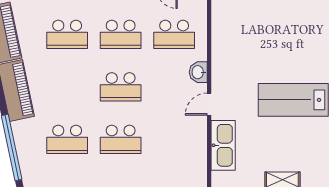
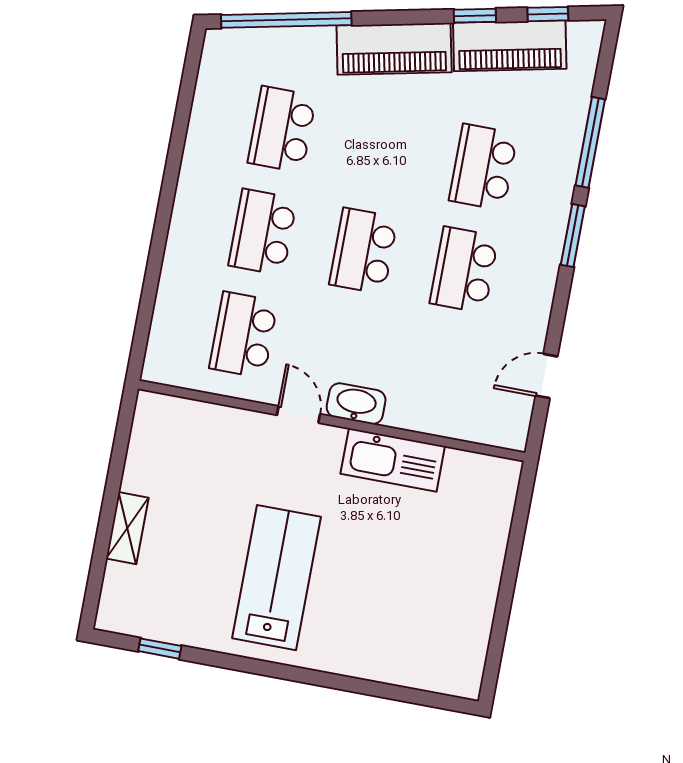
school desk: (174, 34) -> (244, 335), moved
washbasin: (198, 72) -> (356, 404), width x1.38
kitchen sink: (223, 145) -> (393, 460), moved

